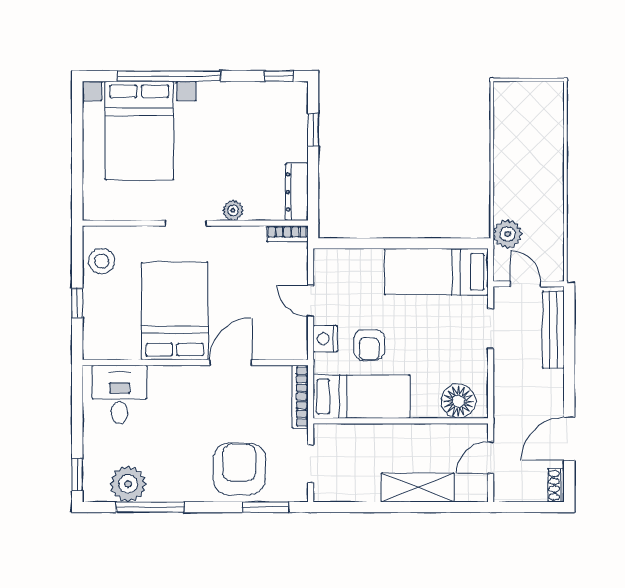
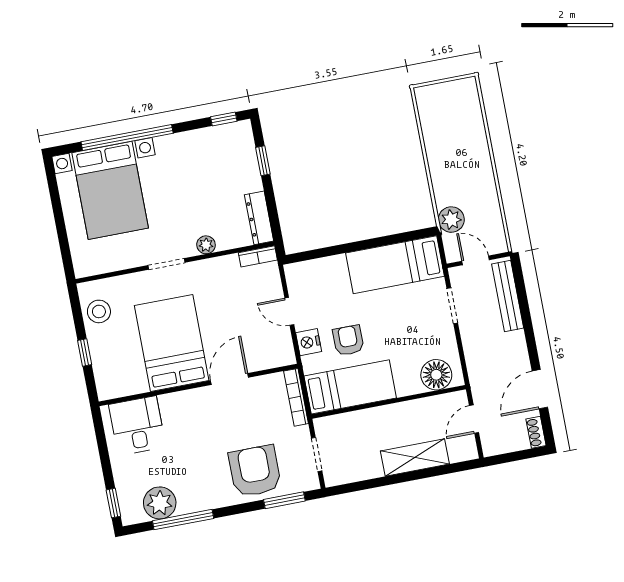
armchair: (369, 345) -> (348, 340), turned 180

